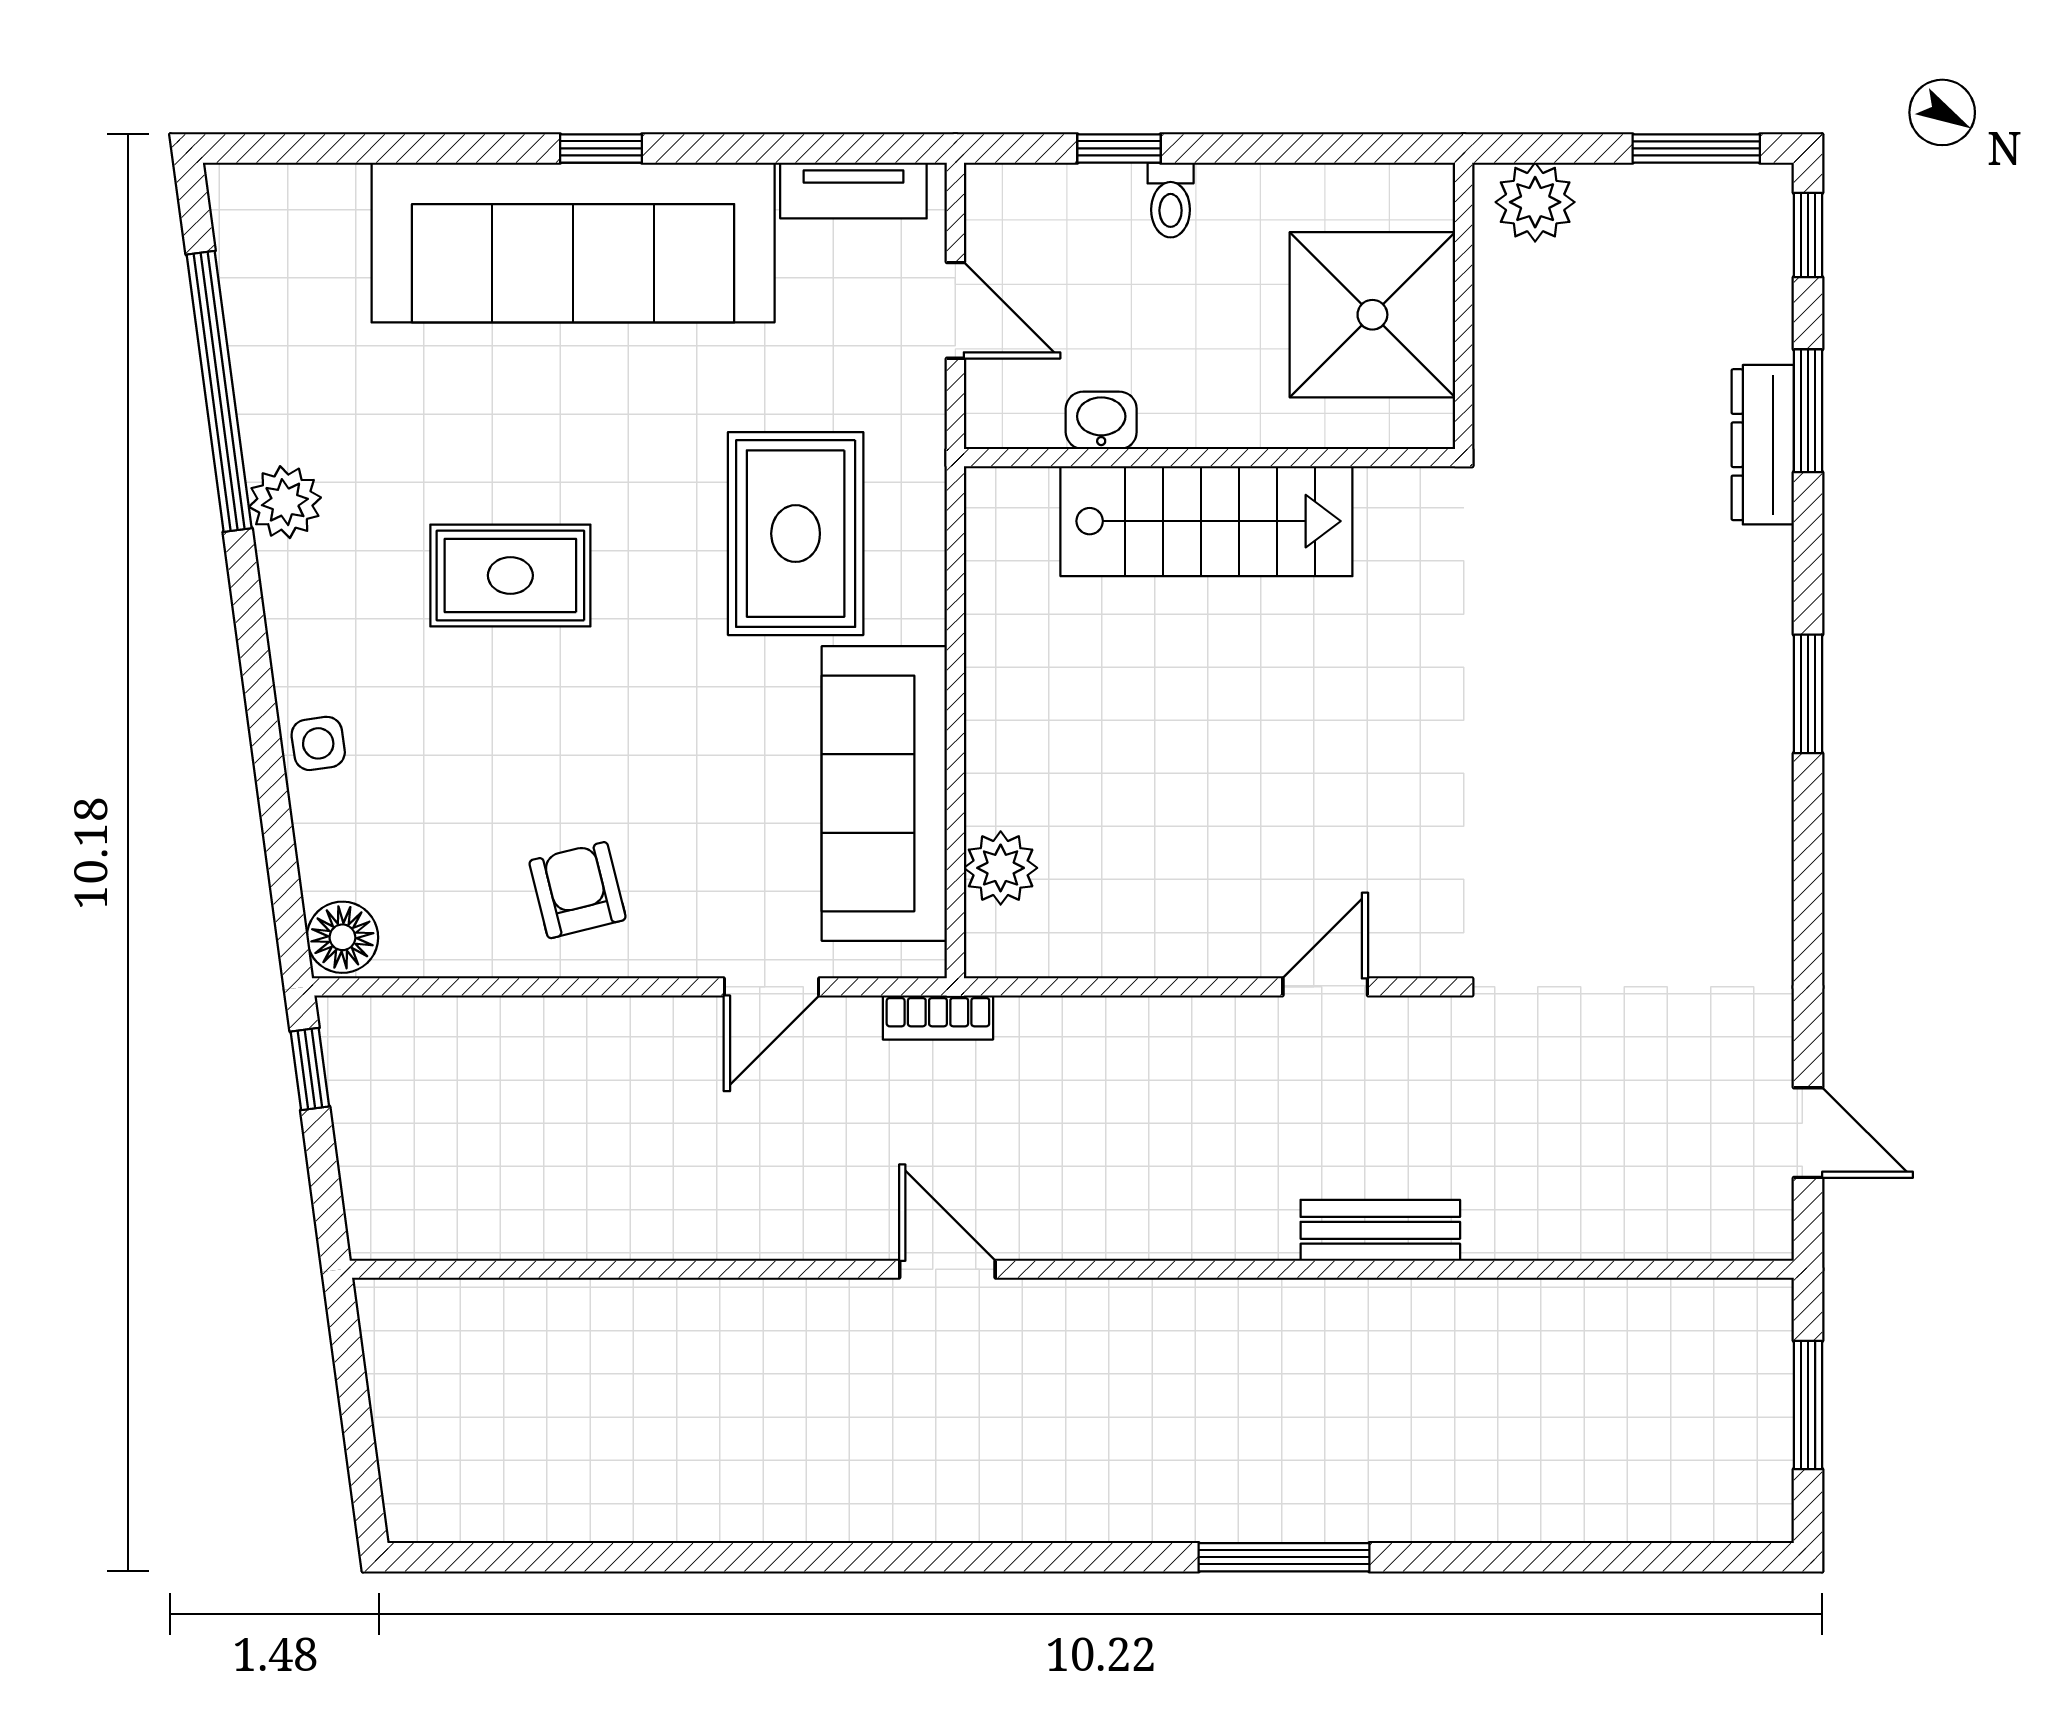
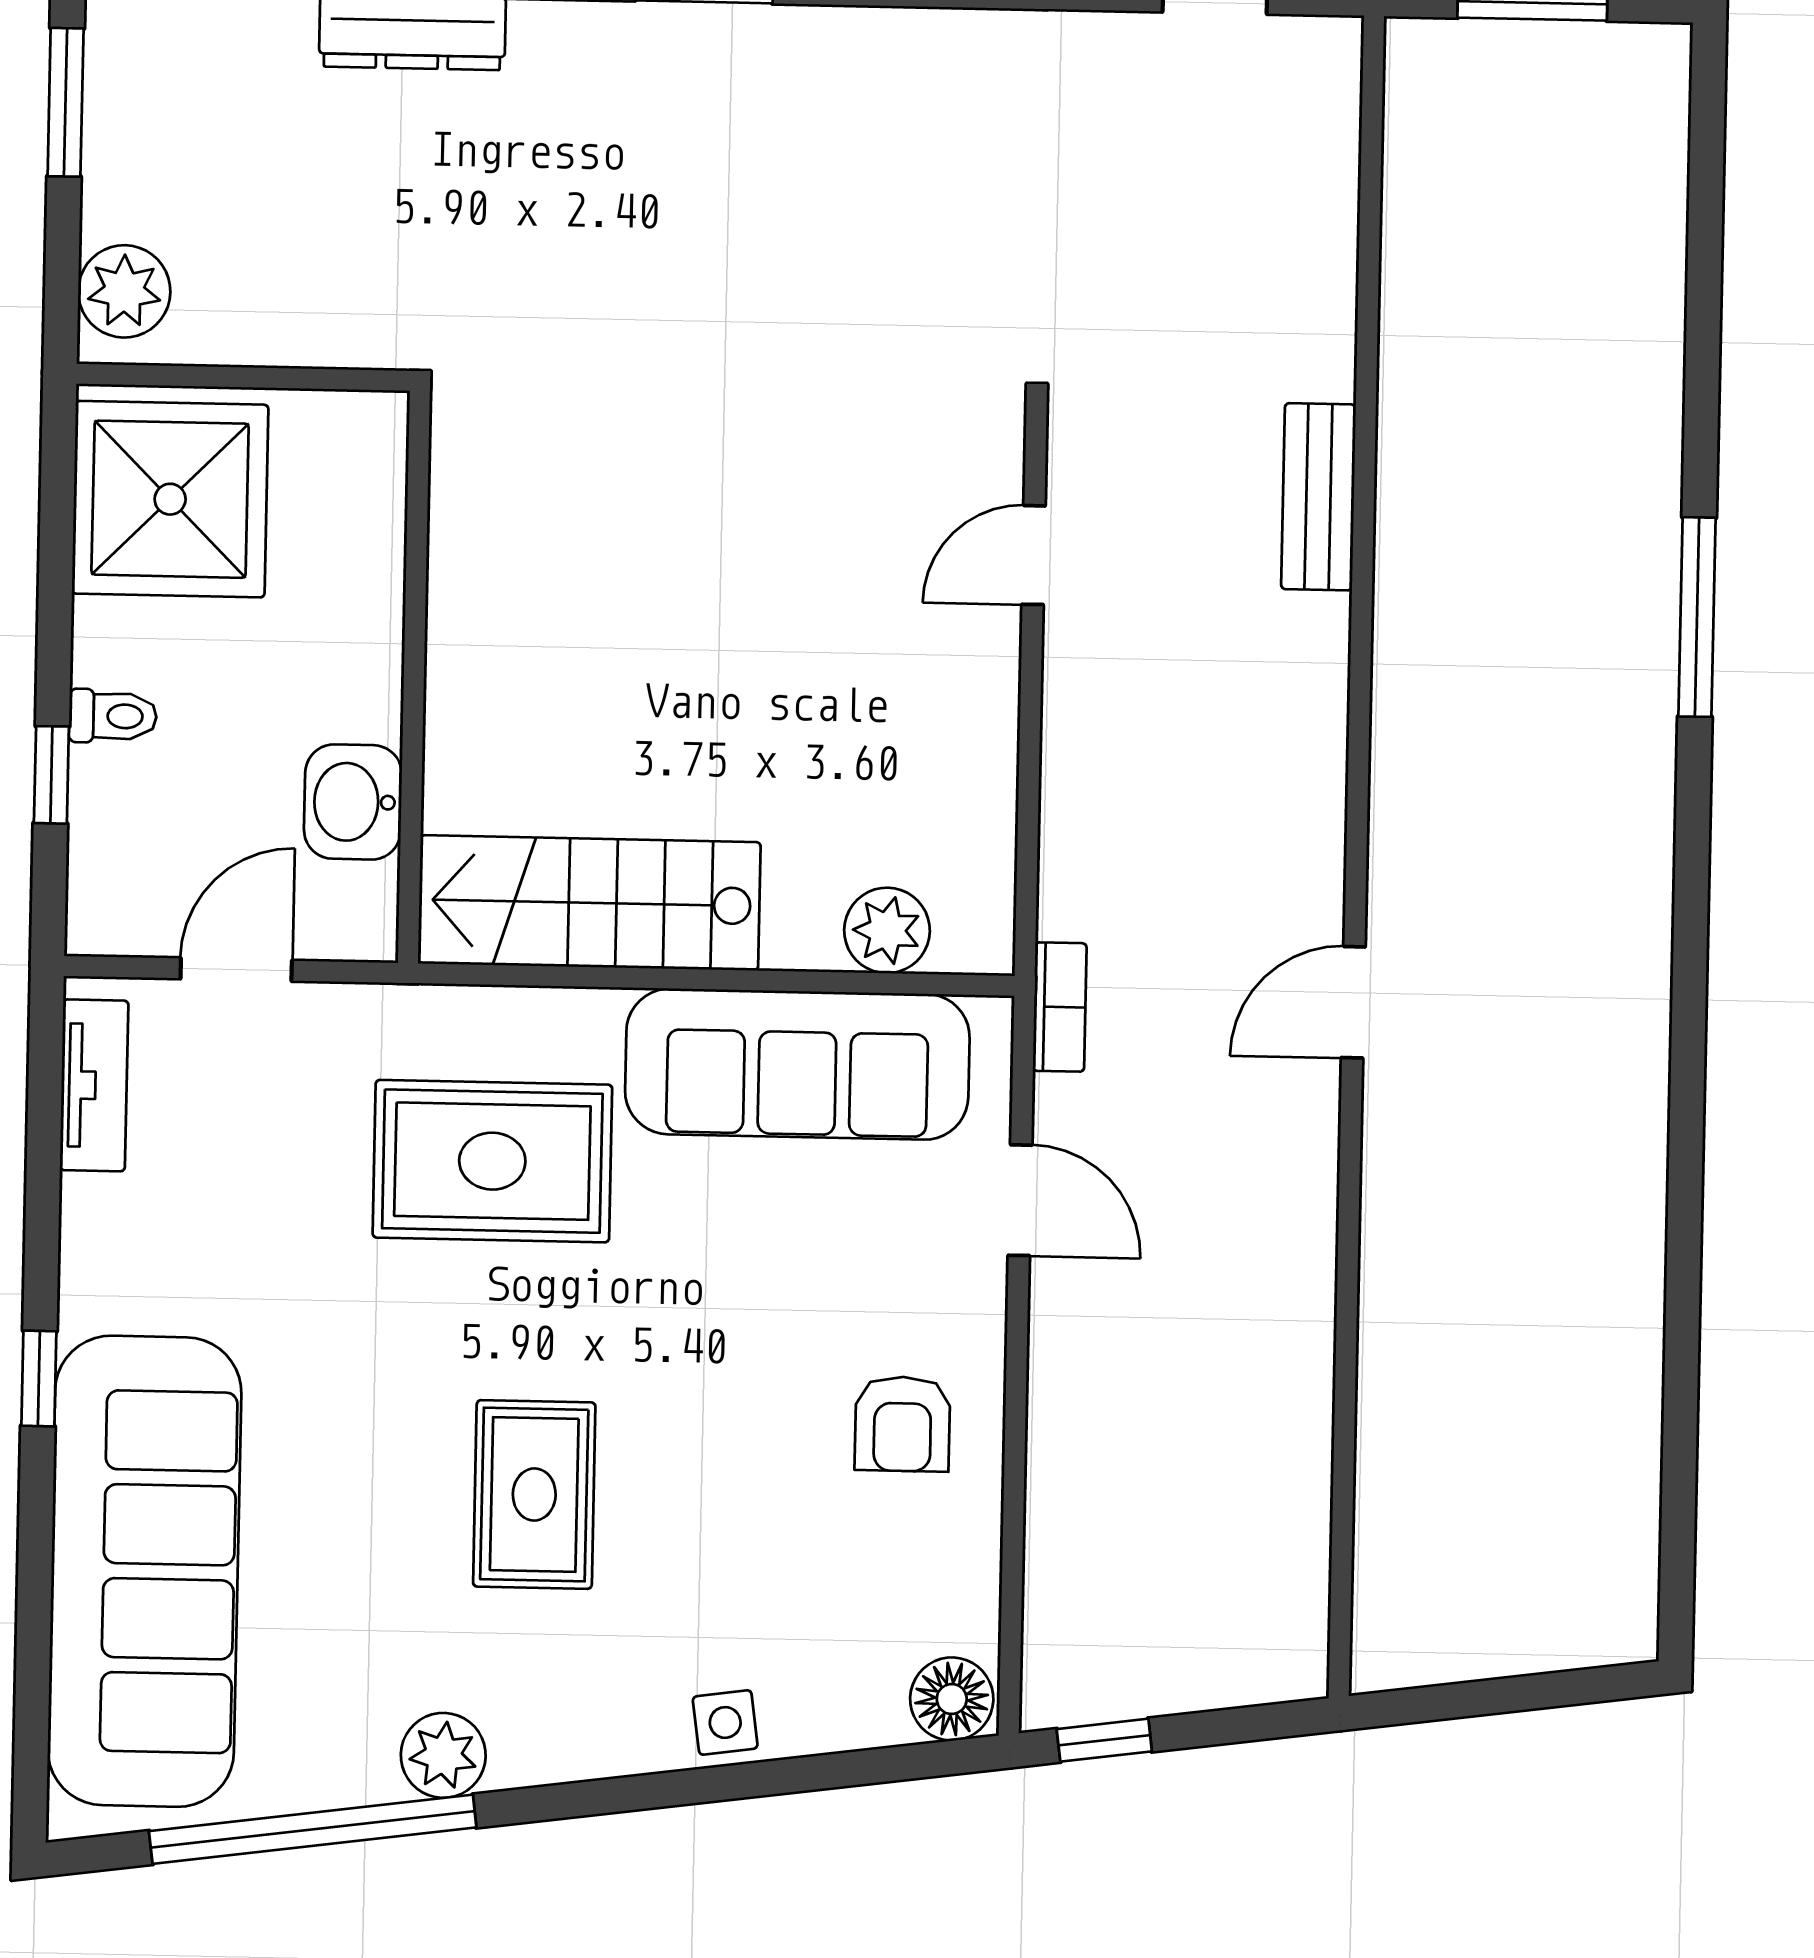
sofa: (573, 242) -> (144, 1571), moved
shower: (1372, 315) -> (170, 499), moved
washbasin: (1101, 420) -> (353, 802), width x1.38, depth x1.45
stairs: (1206, 521) -> (589, 903), moved, turned -90
armchair: (577, 890) -> (902, 1424), turned -76
door: (1325, 987) -> (1034, 555), hinge flipped

